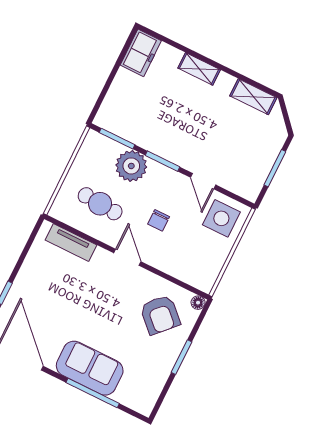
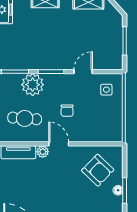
door: (203, 181) -> (83, 72), swing flipped
side table: (221, 218) -> (106, 90), width x0.54, depth x0.54
plant: (102, 257) -> (43, 152), added
floor lamp: (198, 303) -> (118, 190), moved

